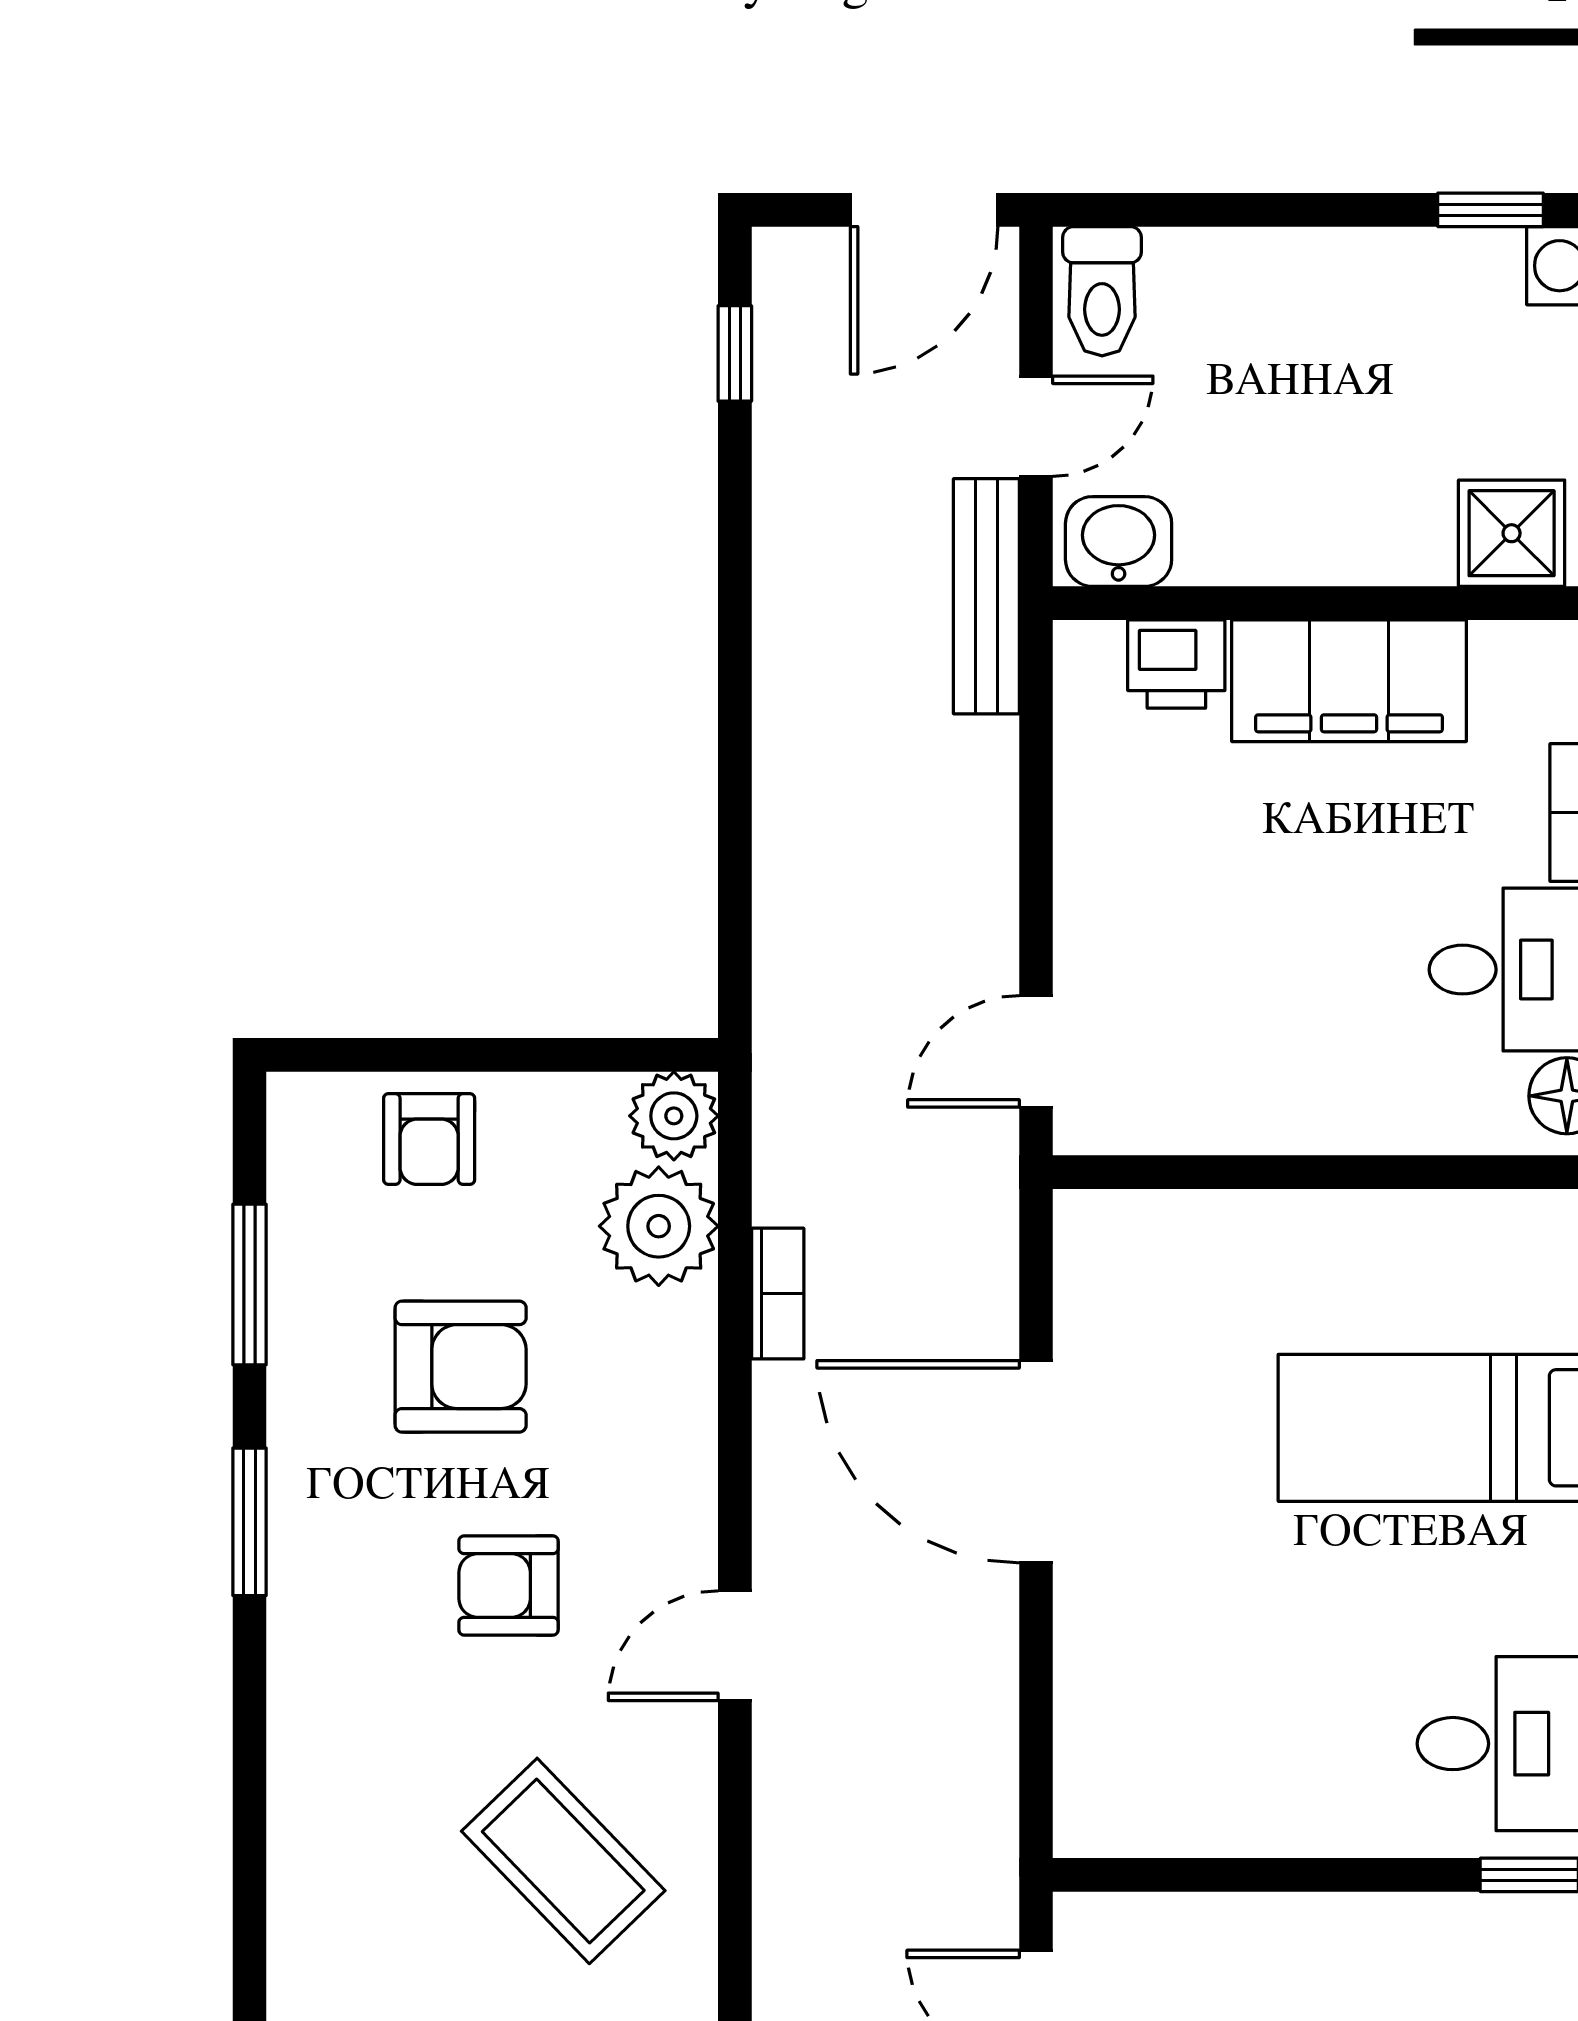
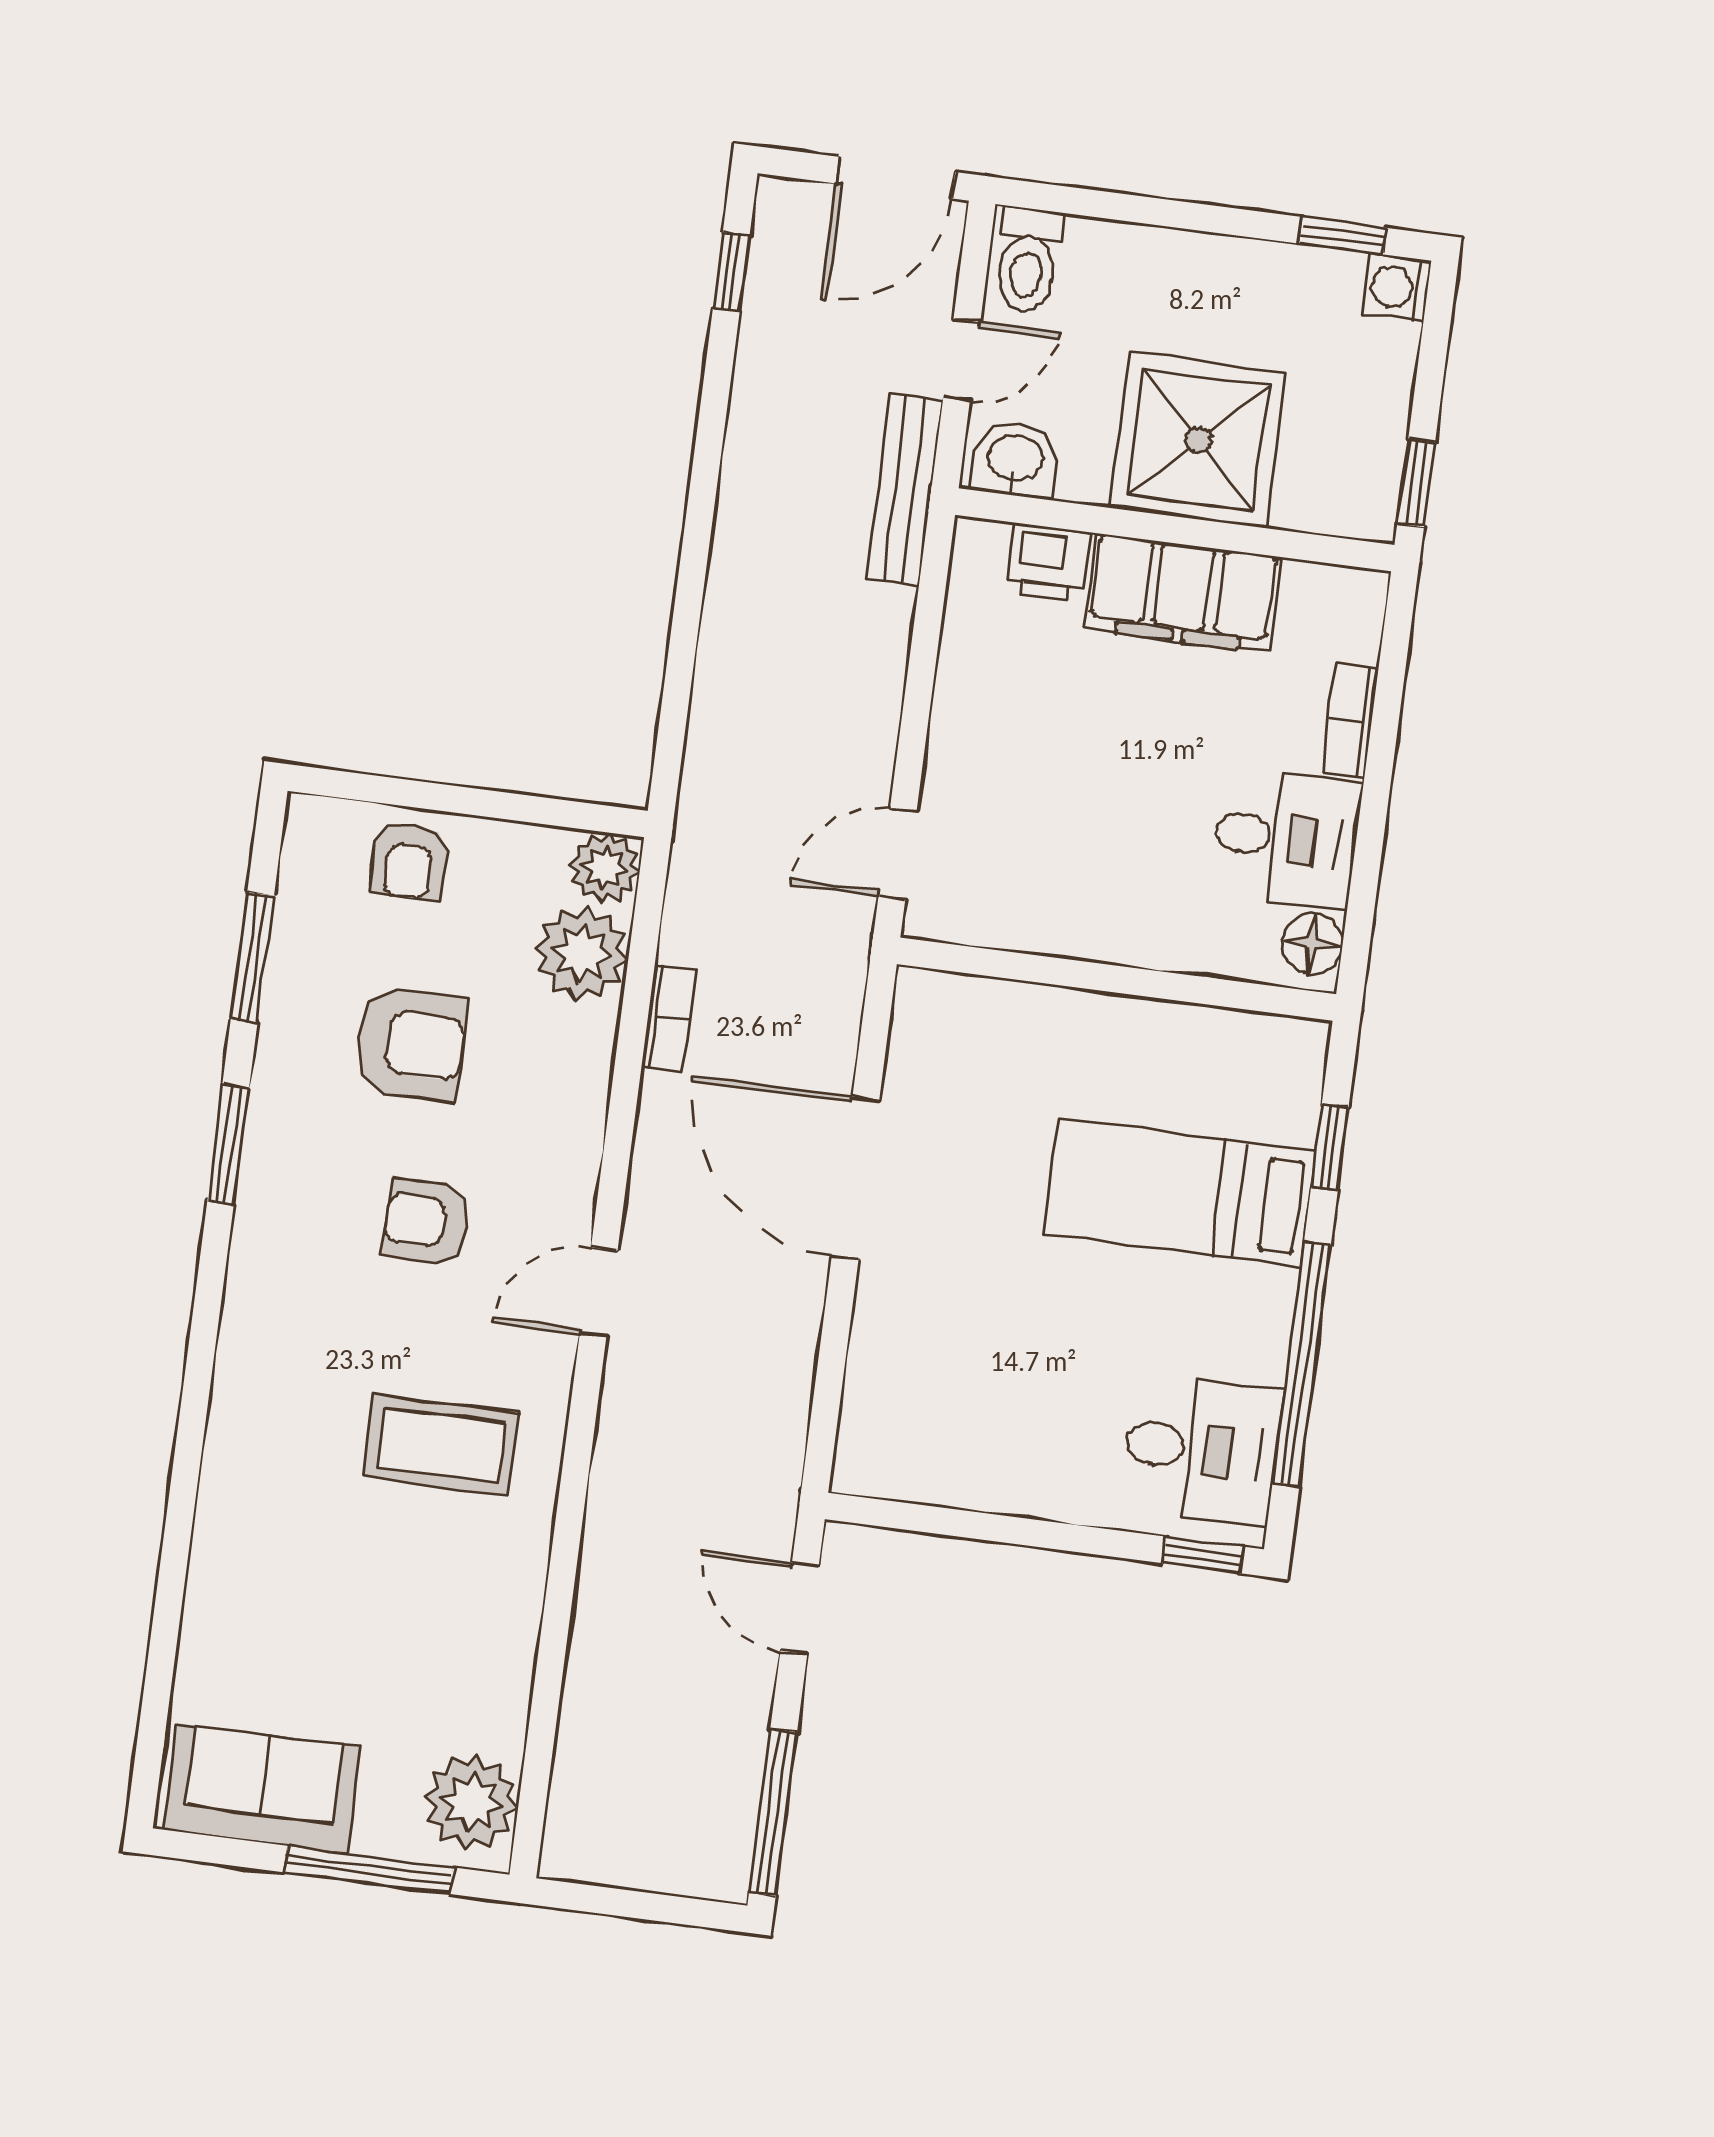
shower: (1512, 533) -> (1198, 440), moved, width x1.86, depth x1.86
coffee table: (563, 1861) -> (441, 1445), turned -46

